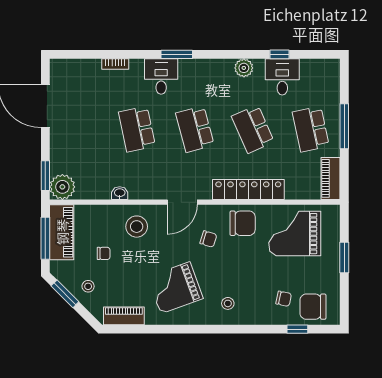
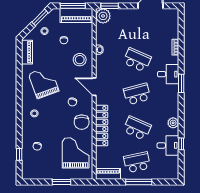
school desk: (137, 129) -> (137, 60), turned 36
school desk: (253, 129) -> (137, 128), turned 48
chair: (313, 307) -> (33, 164), removed

